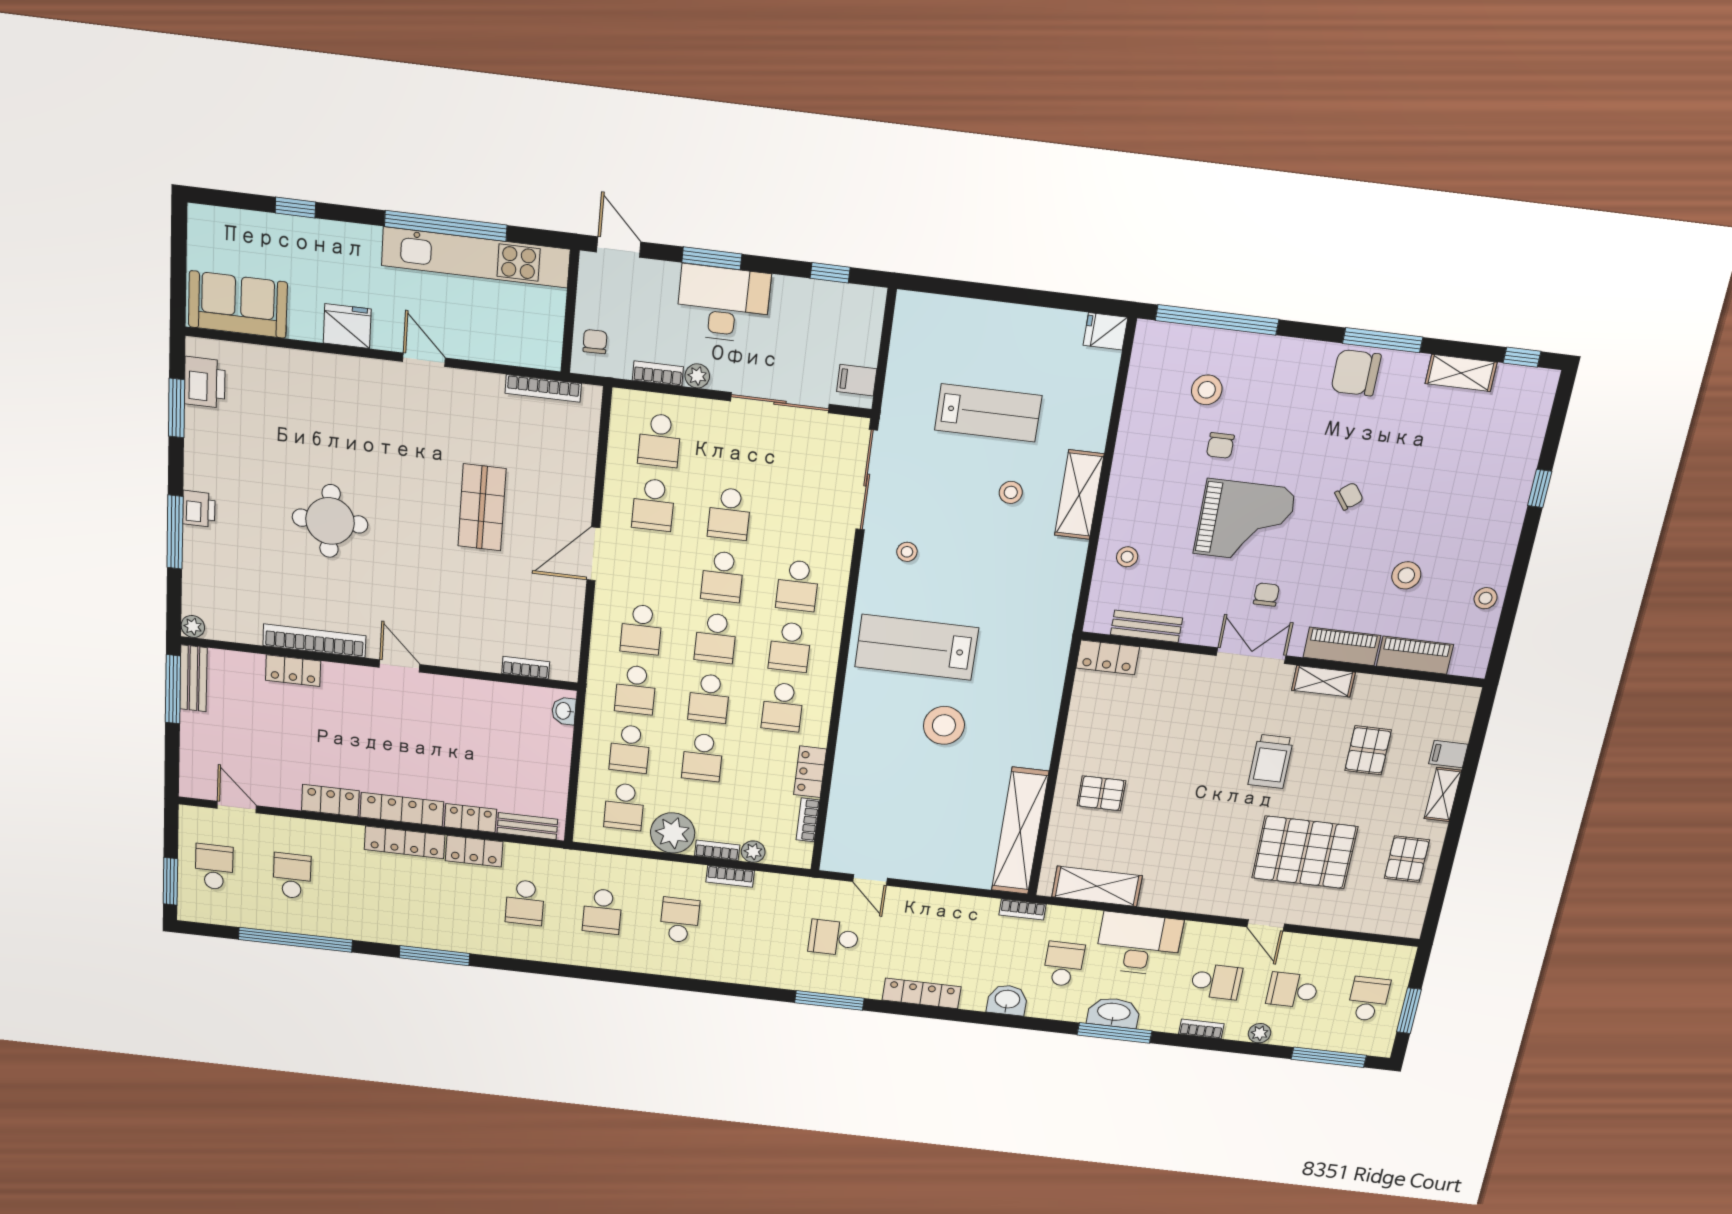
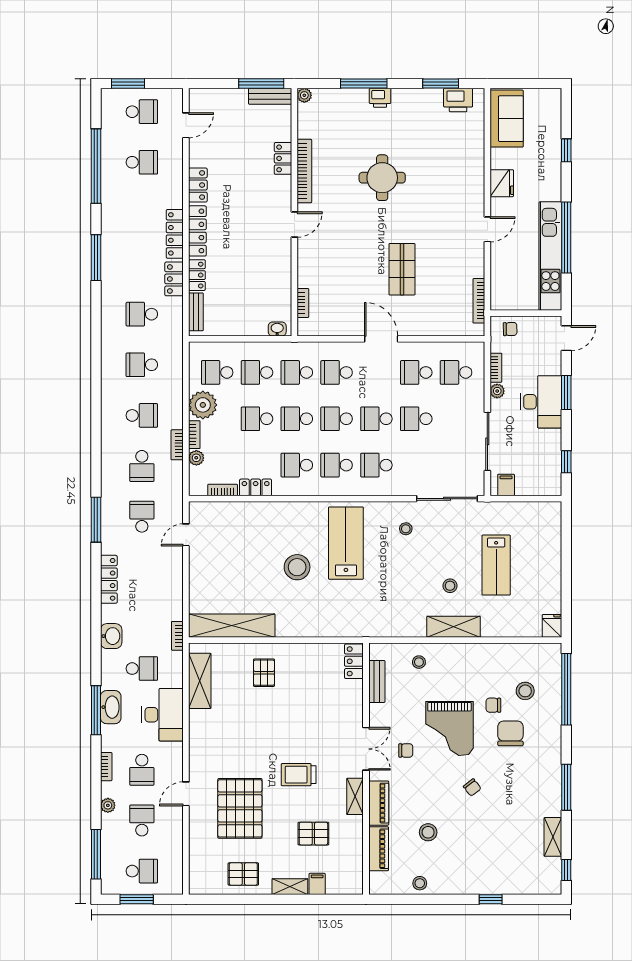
chair: (1356, 373) -> (510, 733), moved
shop shelf: (482, 507) -> (402, 269), turned 90
school desk: (757, 929) -> (142, 466), added

